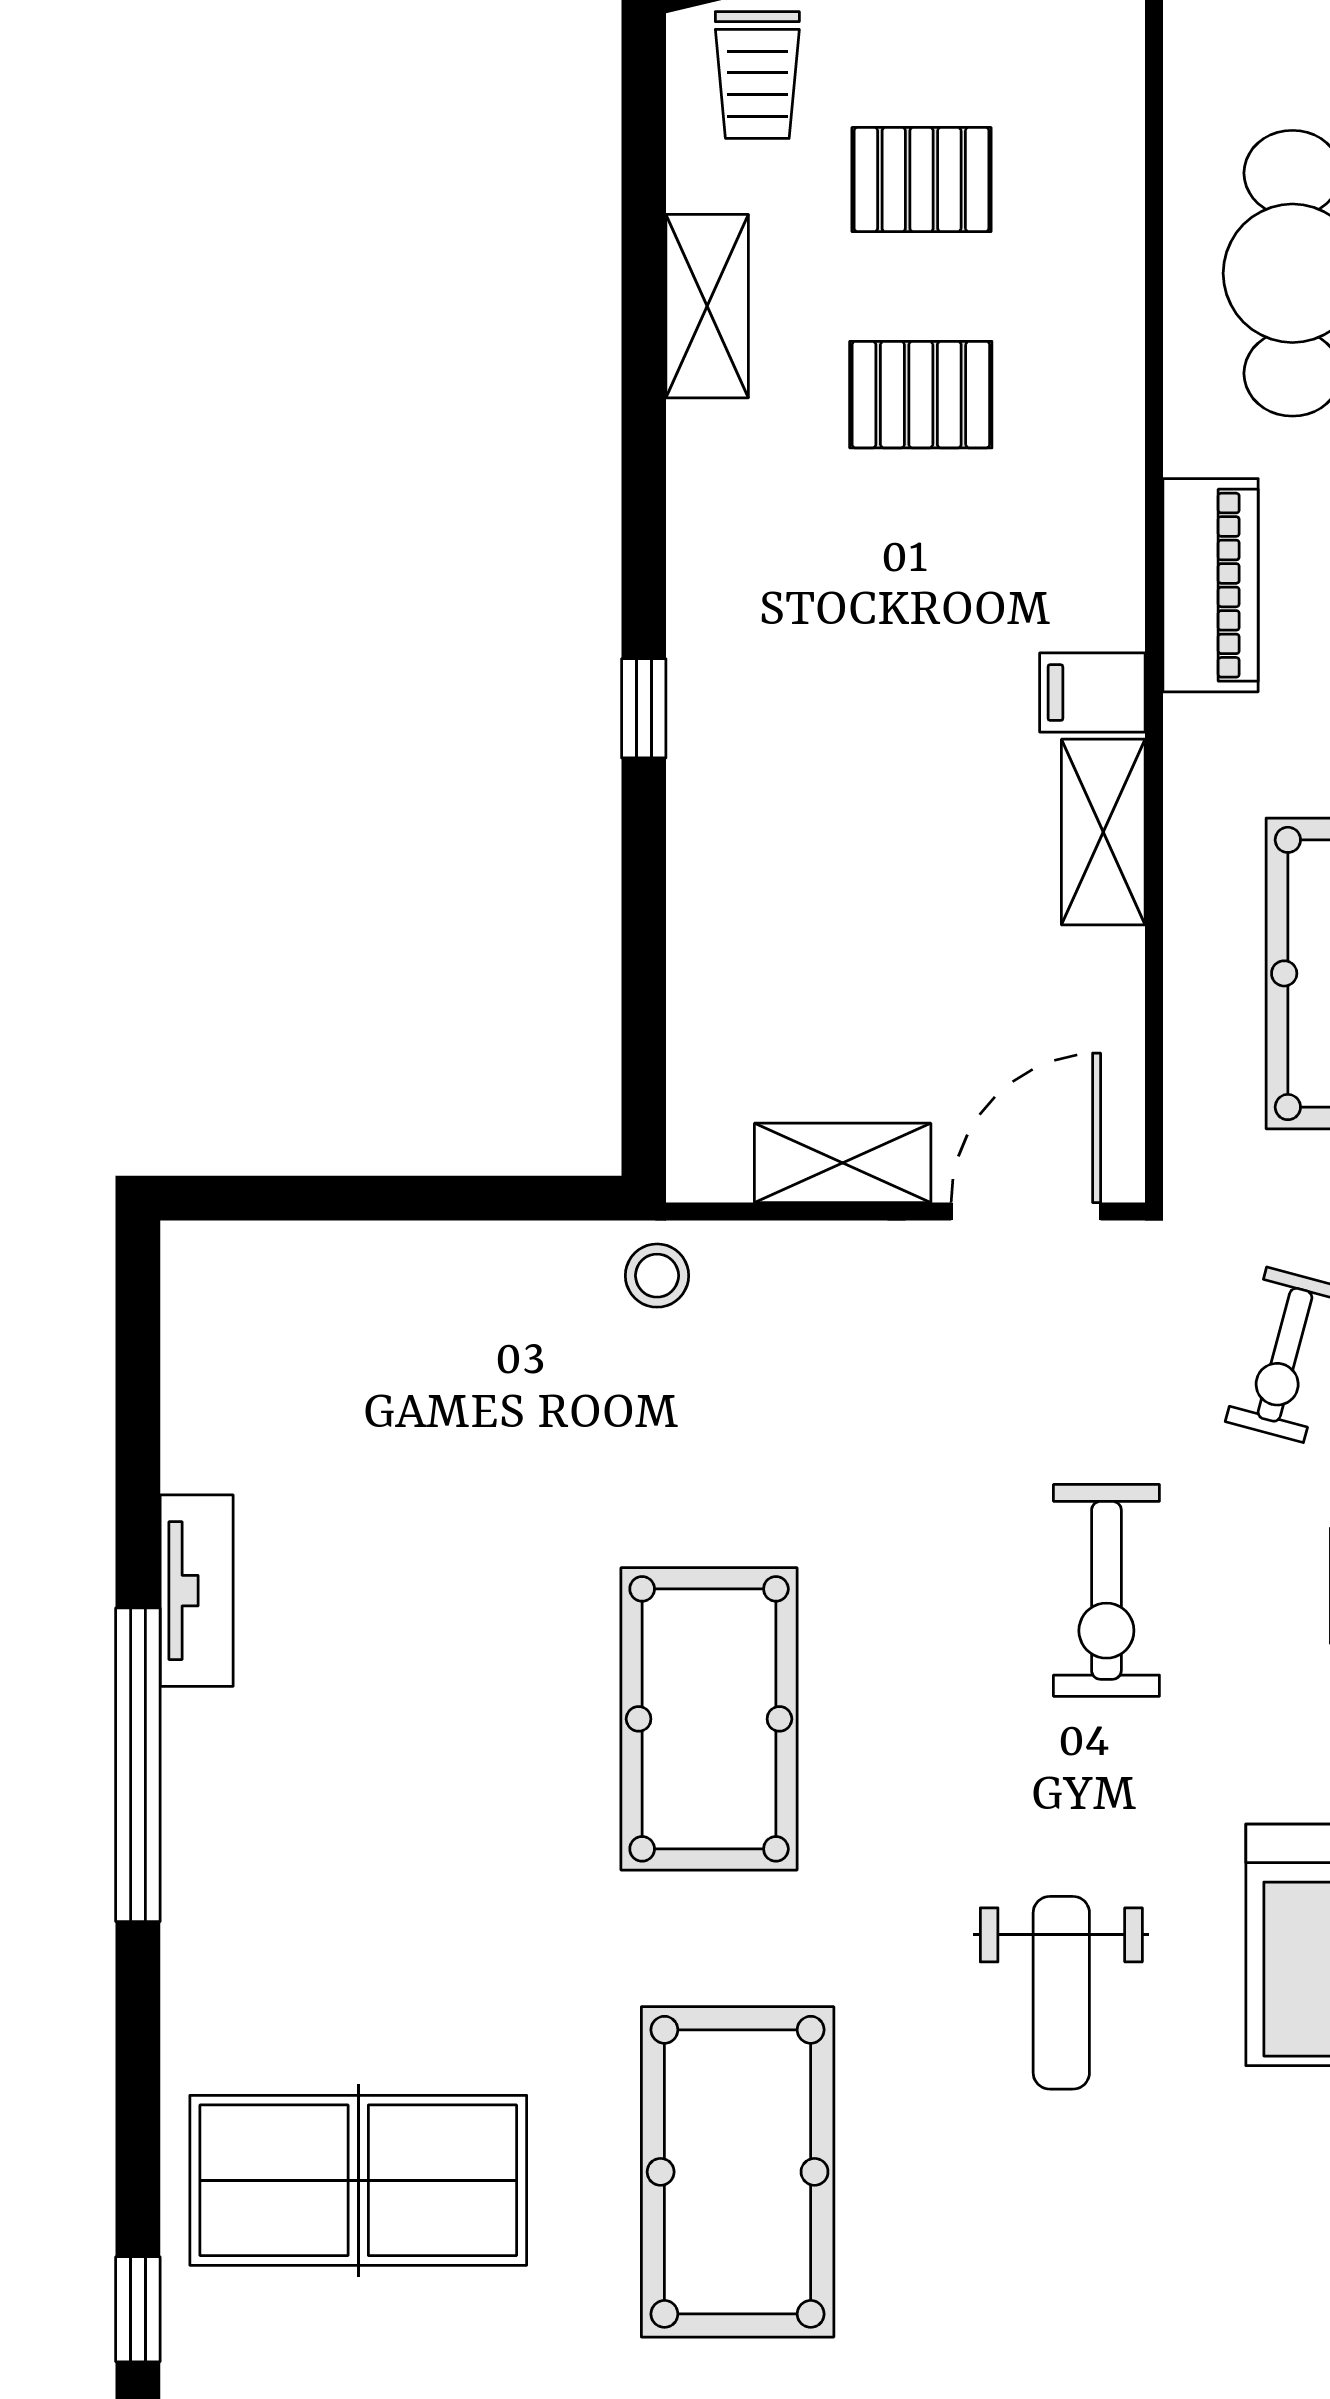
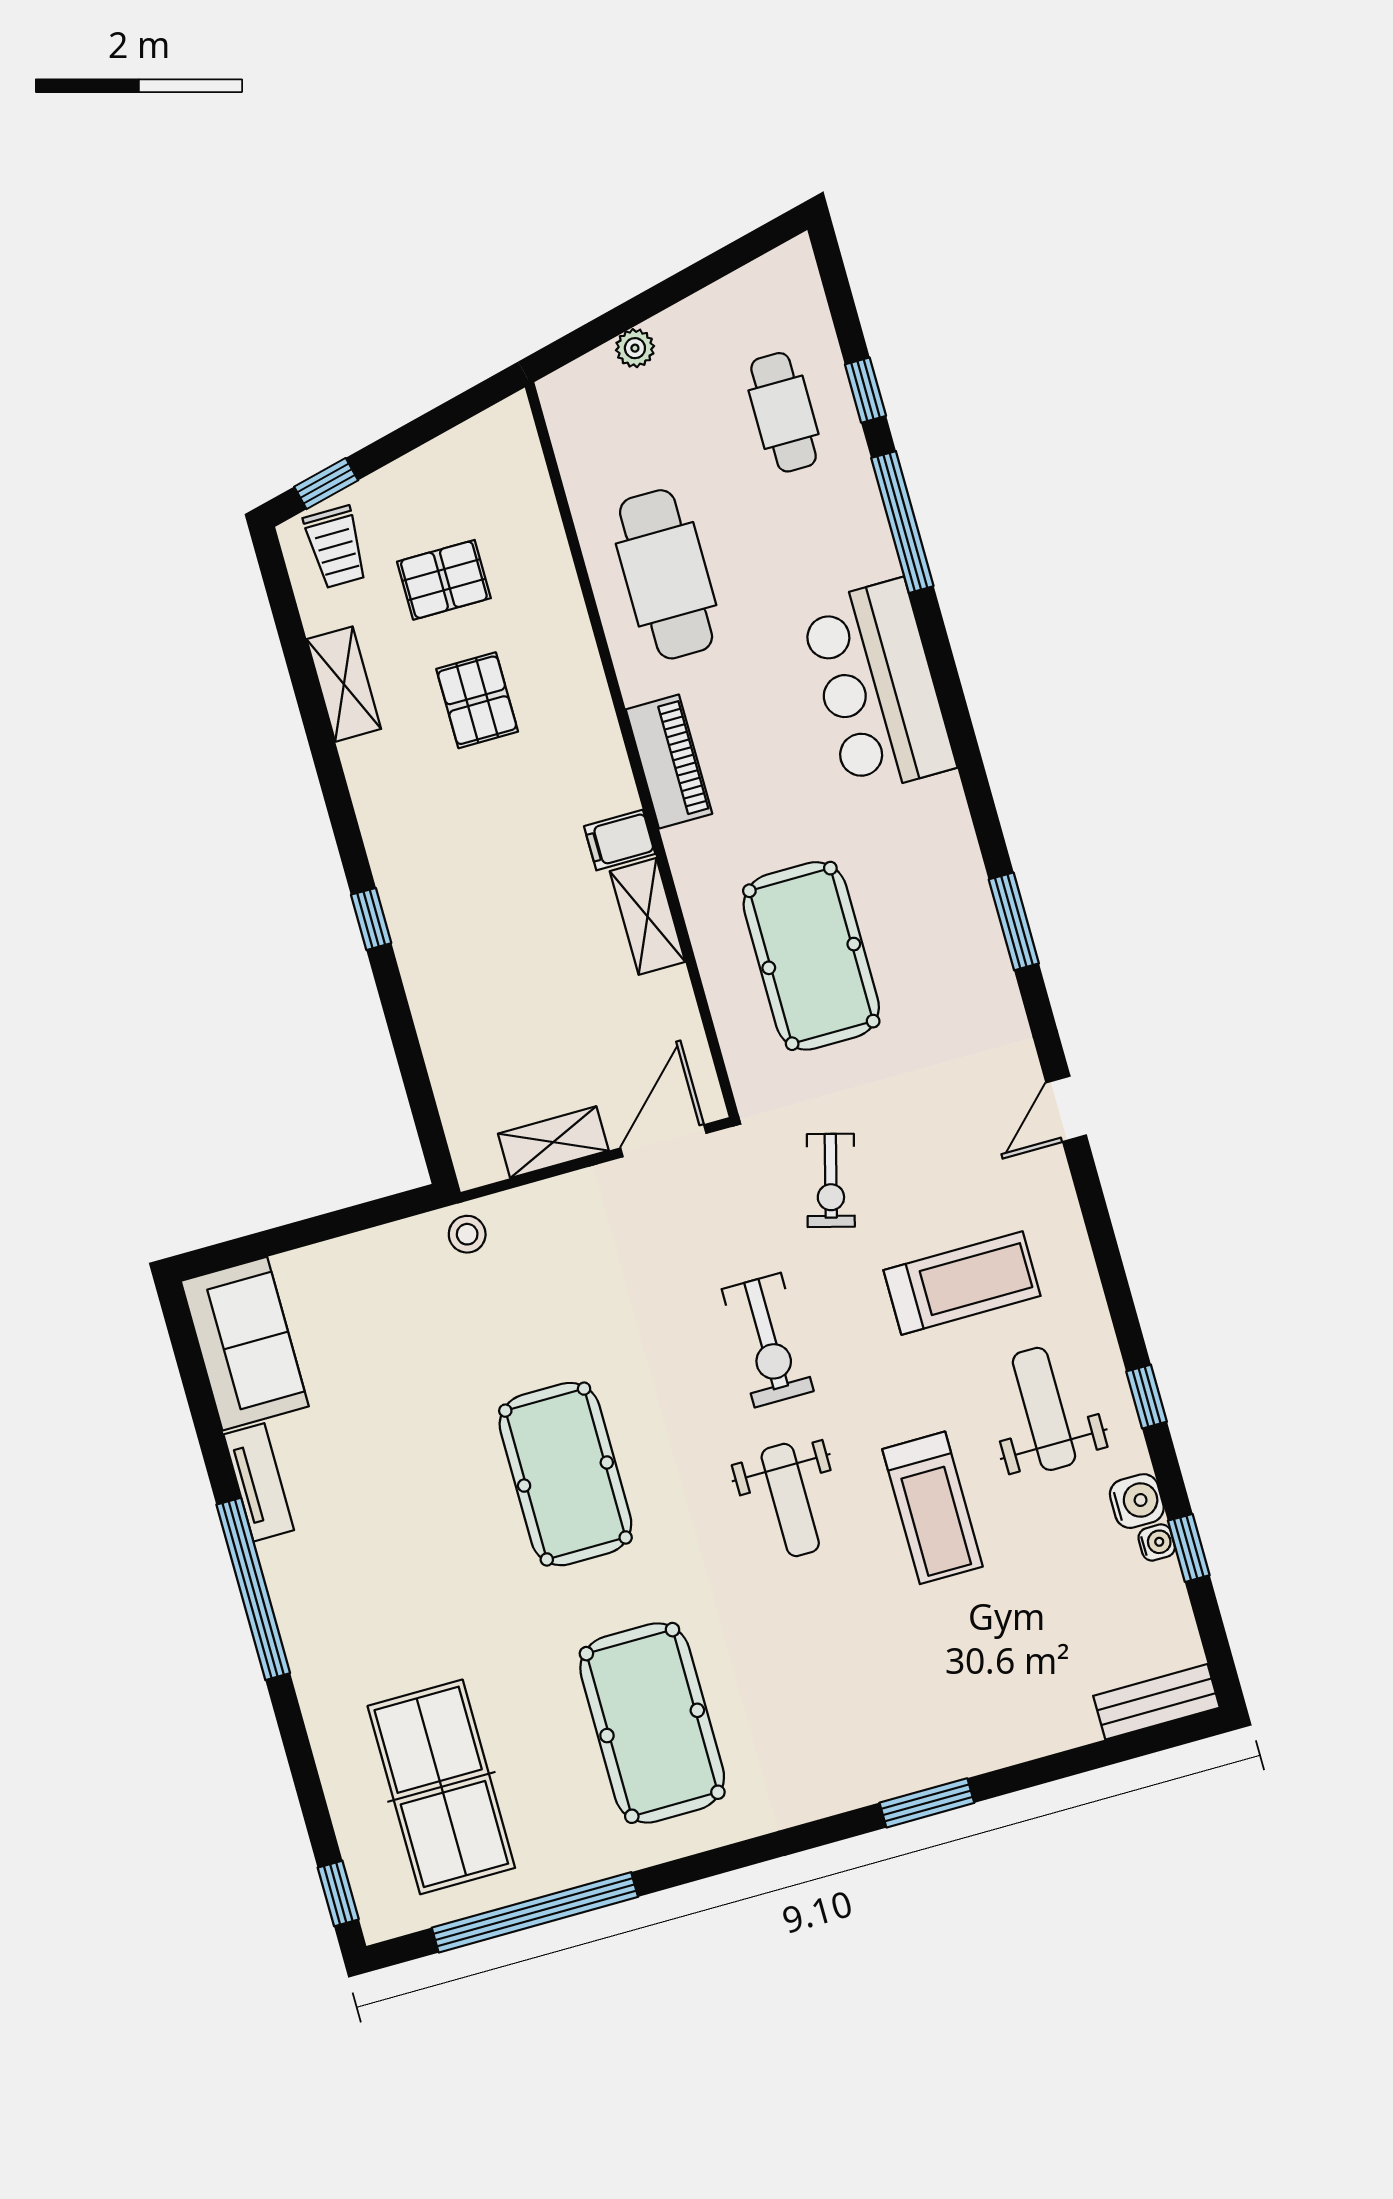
pallet: (921, 395) -> (477, 700), turned 90
sofa: (237, 1354) -> (245, 1344), added
weight bench: (1061, 1993) -> (790, 1500), moved
table tennis table: (358, 2180) -> (441, 1787), turned 90

